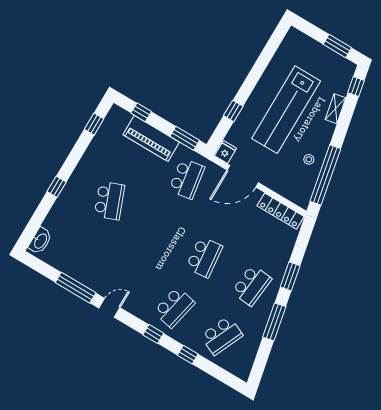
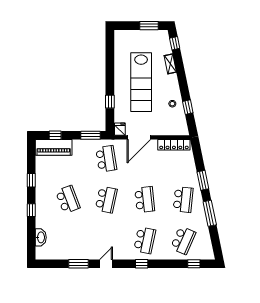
window: (94, 124) -> (31, 180), moved
piano: (151, 138) -> (54, 147), moved
window: (325, 175) -> (188, 107), width x0.32
school desk: (157, 229) -> (106, 200), added
washbasin: (40, 241) -> (41, 237), moved
window: (76, 288) -> (79, 264), width x0.69
window: (188, 355) -> (194, 264), moved

